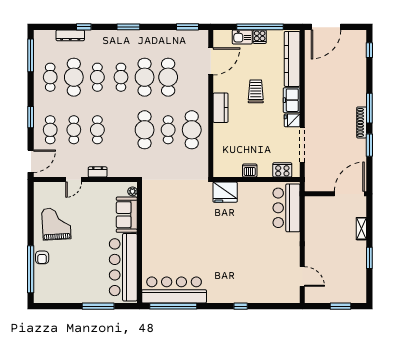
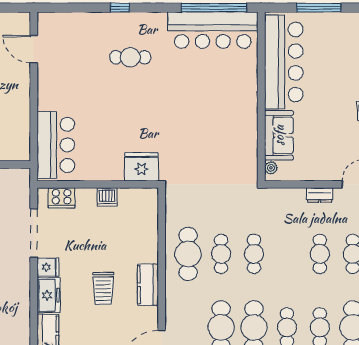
trolley: (256, 91) -> (103, 288), moved
cafe table: (145, 130) -> (254, 254), width x0.73, depth x0.74
cafe table: (233, 271) -> (130, 57), added

